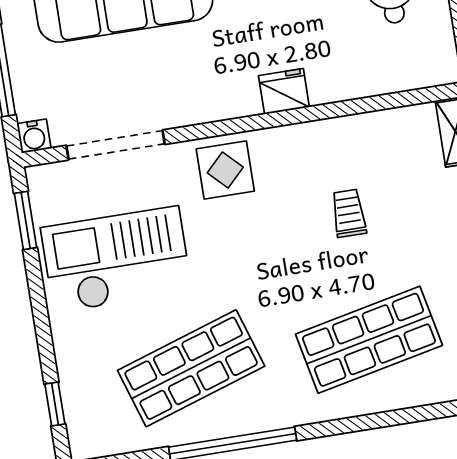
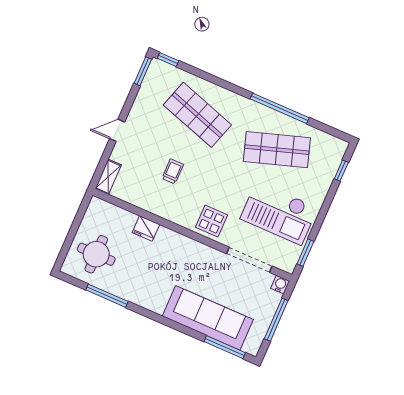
fridge: (284, 91) -> (146, 228), moved
trolley: (349, 213) -> (173, 171), turned 180
shop shelf: (369, 340) -> (197, 115), turned 30

